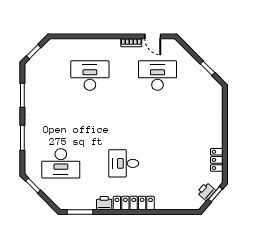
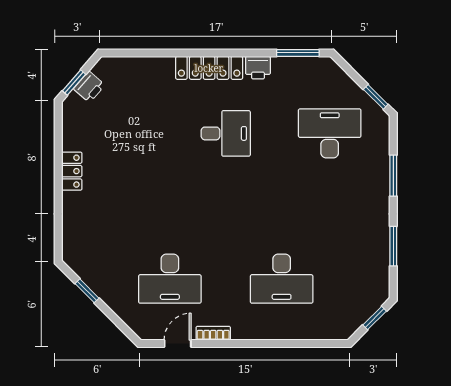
door: (153, 36) -> (178, 343), hinge flipped
locker: (217, 160) -> (72, 171), moved

